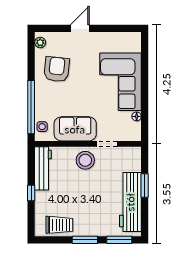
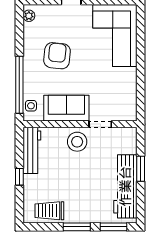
armchair: (57, 69) -> (57, 56), moved
corner sofa: (121, 82) -> (115, 36), moved
floor lamp: (137, 116) -> (132, 95), removed
trolley: (59, 225) -> (49, 211), turned 180

